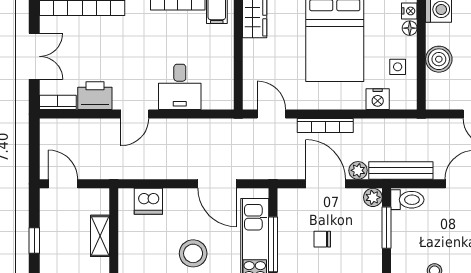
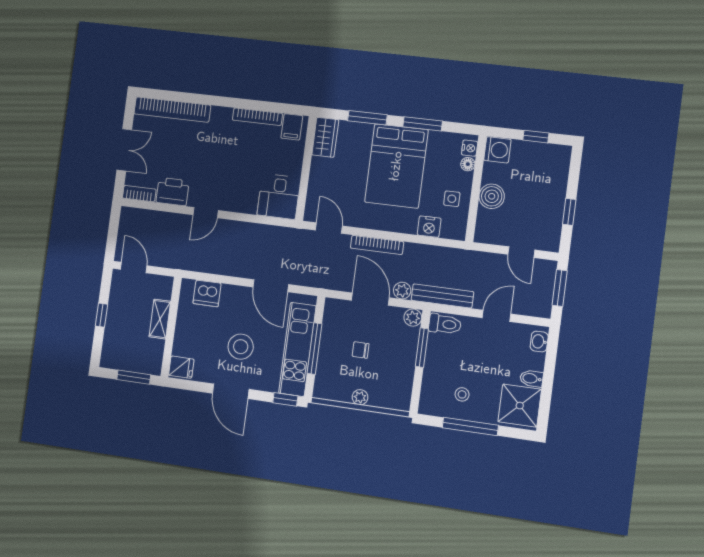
desk: (180, 87) -> (279, 197), moved

